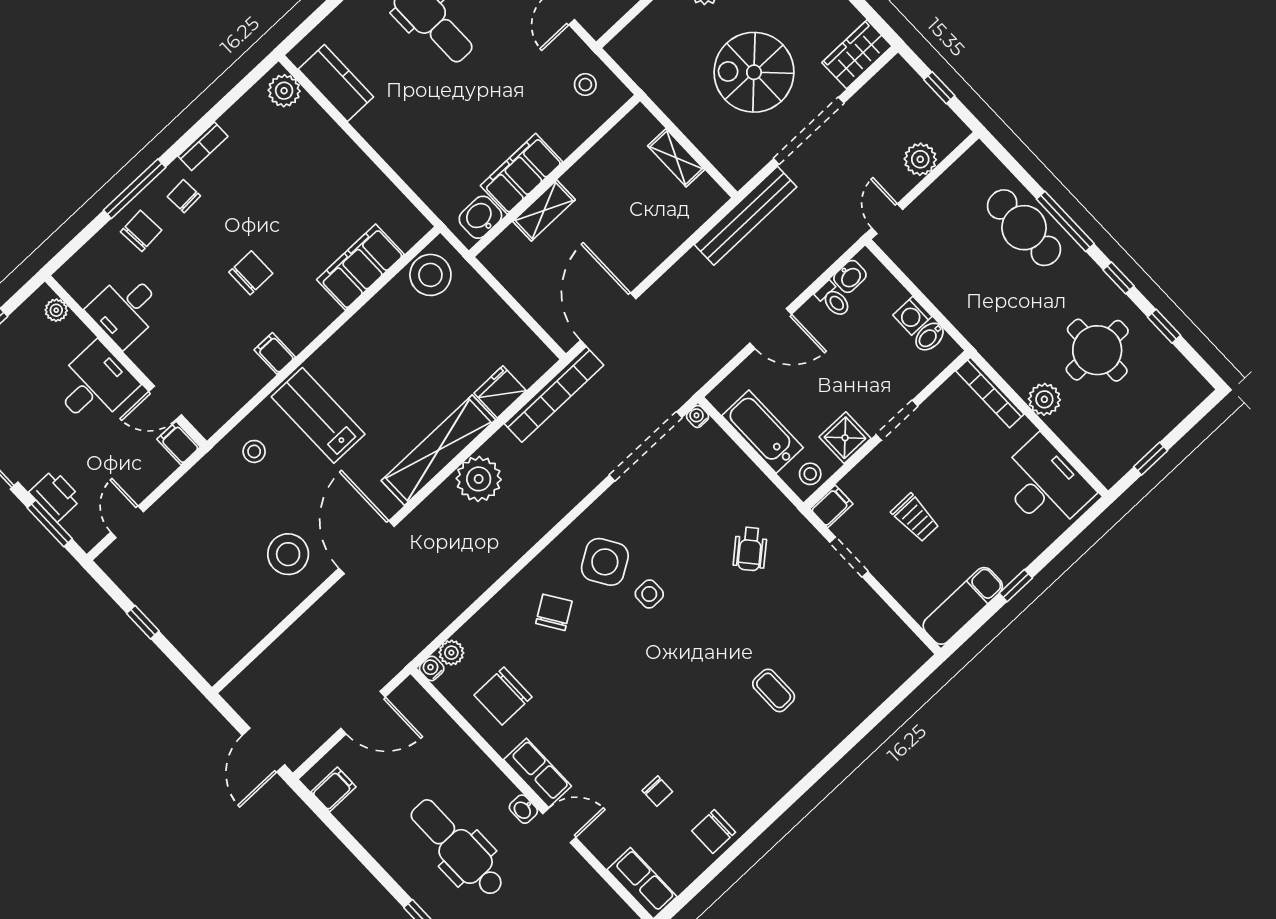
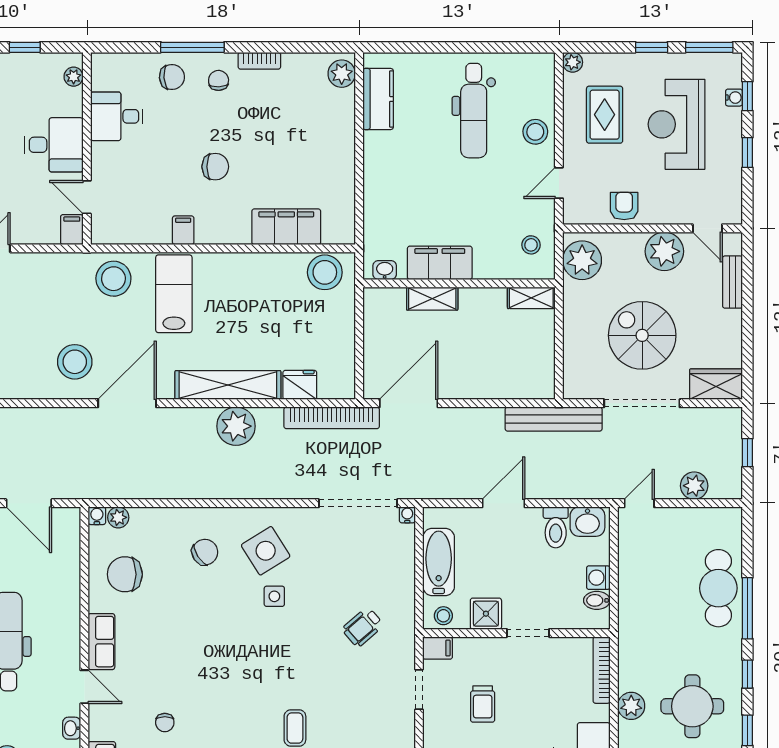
plant: (642, 56) -> (582, 260), added
shelving: (676, 158) -> (531, 298), moved, turned 90
washbasin: (480, 217) -> (385, 270), width x0.72, depth x0.69
washbasin: (850, 276) -> (587, 522), width x1.38, depth x1.45
toilet: (833, 300) -> (556, 527), width x1.37, depth x1.39
door: (771, 329) -> (503, 503), swing flipped
stool: (254, 451) -> (113, 279), width x1.89, depth x1.89
washbasin: (523, 809) -> (72, 728), moved

